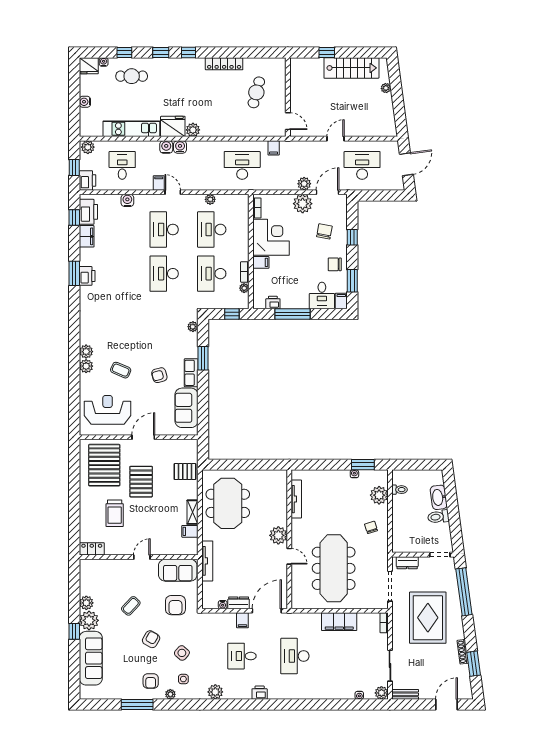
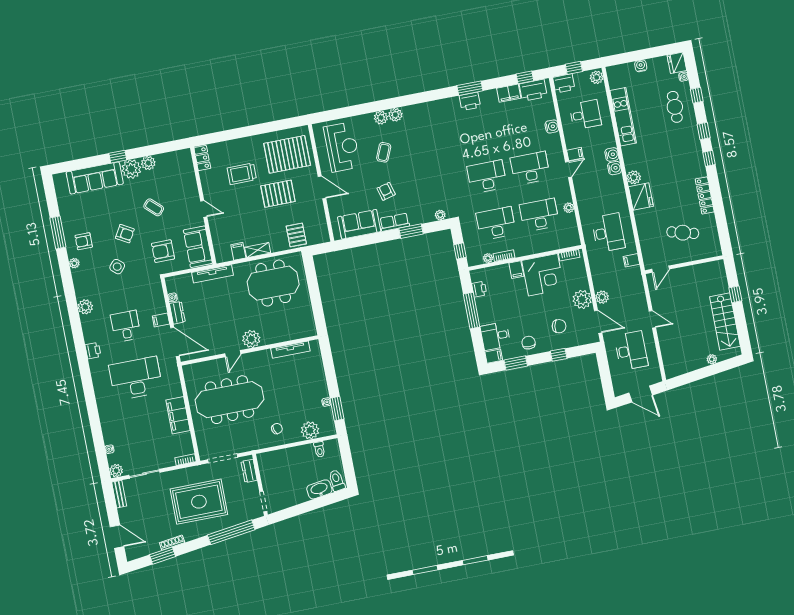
fridge: (173, 126) -> (641, 197), moved
toilet: (438, 517) -> (337, 480), moved
desk: (295, 656) -> (136, 378), width x1.36, depth x1.30
side table: (183, 679) -> (92, 273), removed

